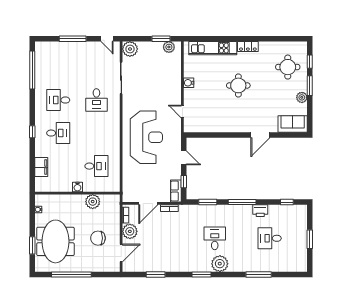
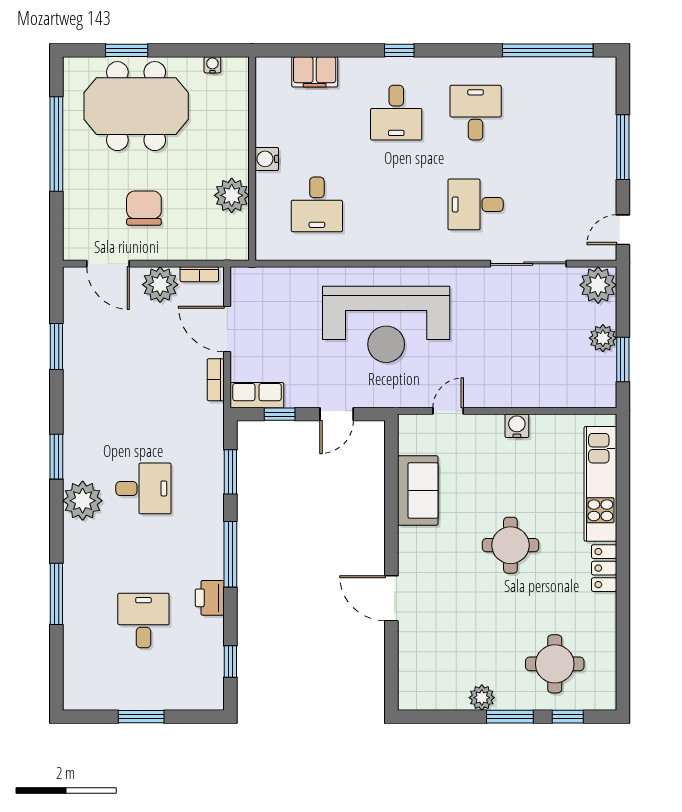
plant: (169, 47) -> (603, 338), moved
sofa: (293, 124) -> (418, 490), moved

